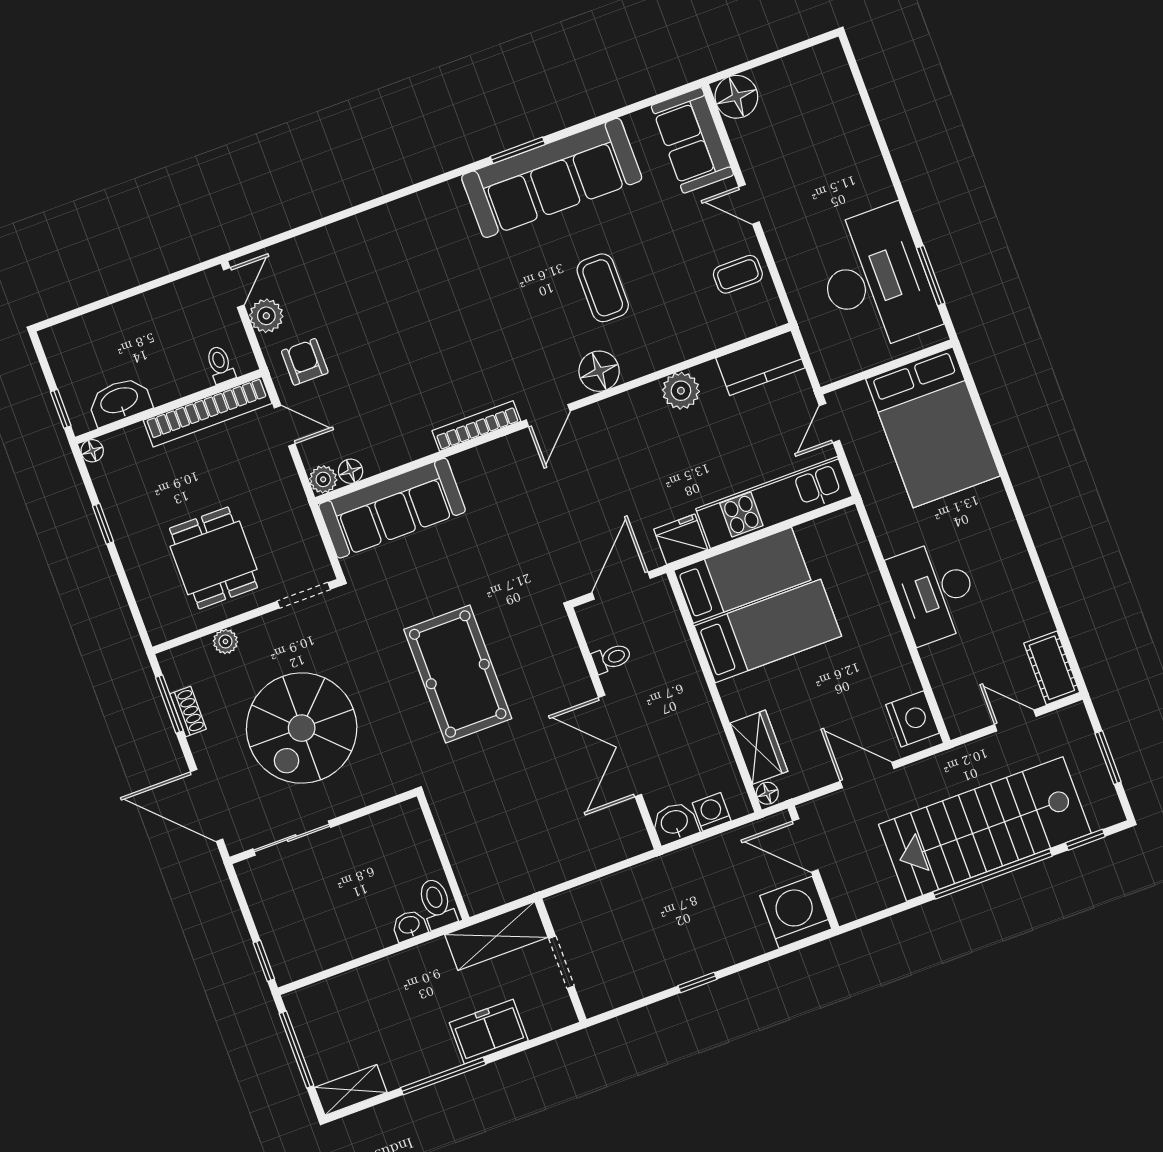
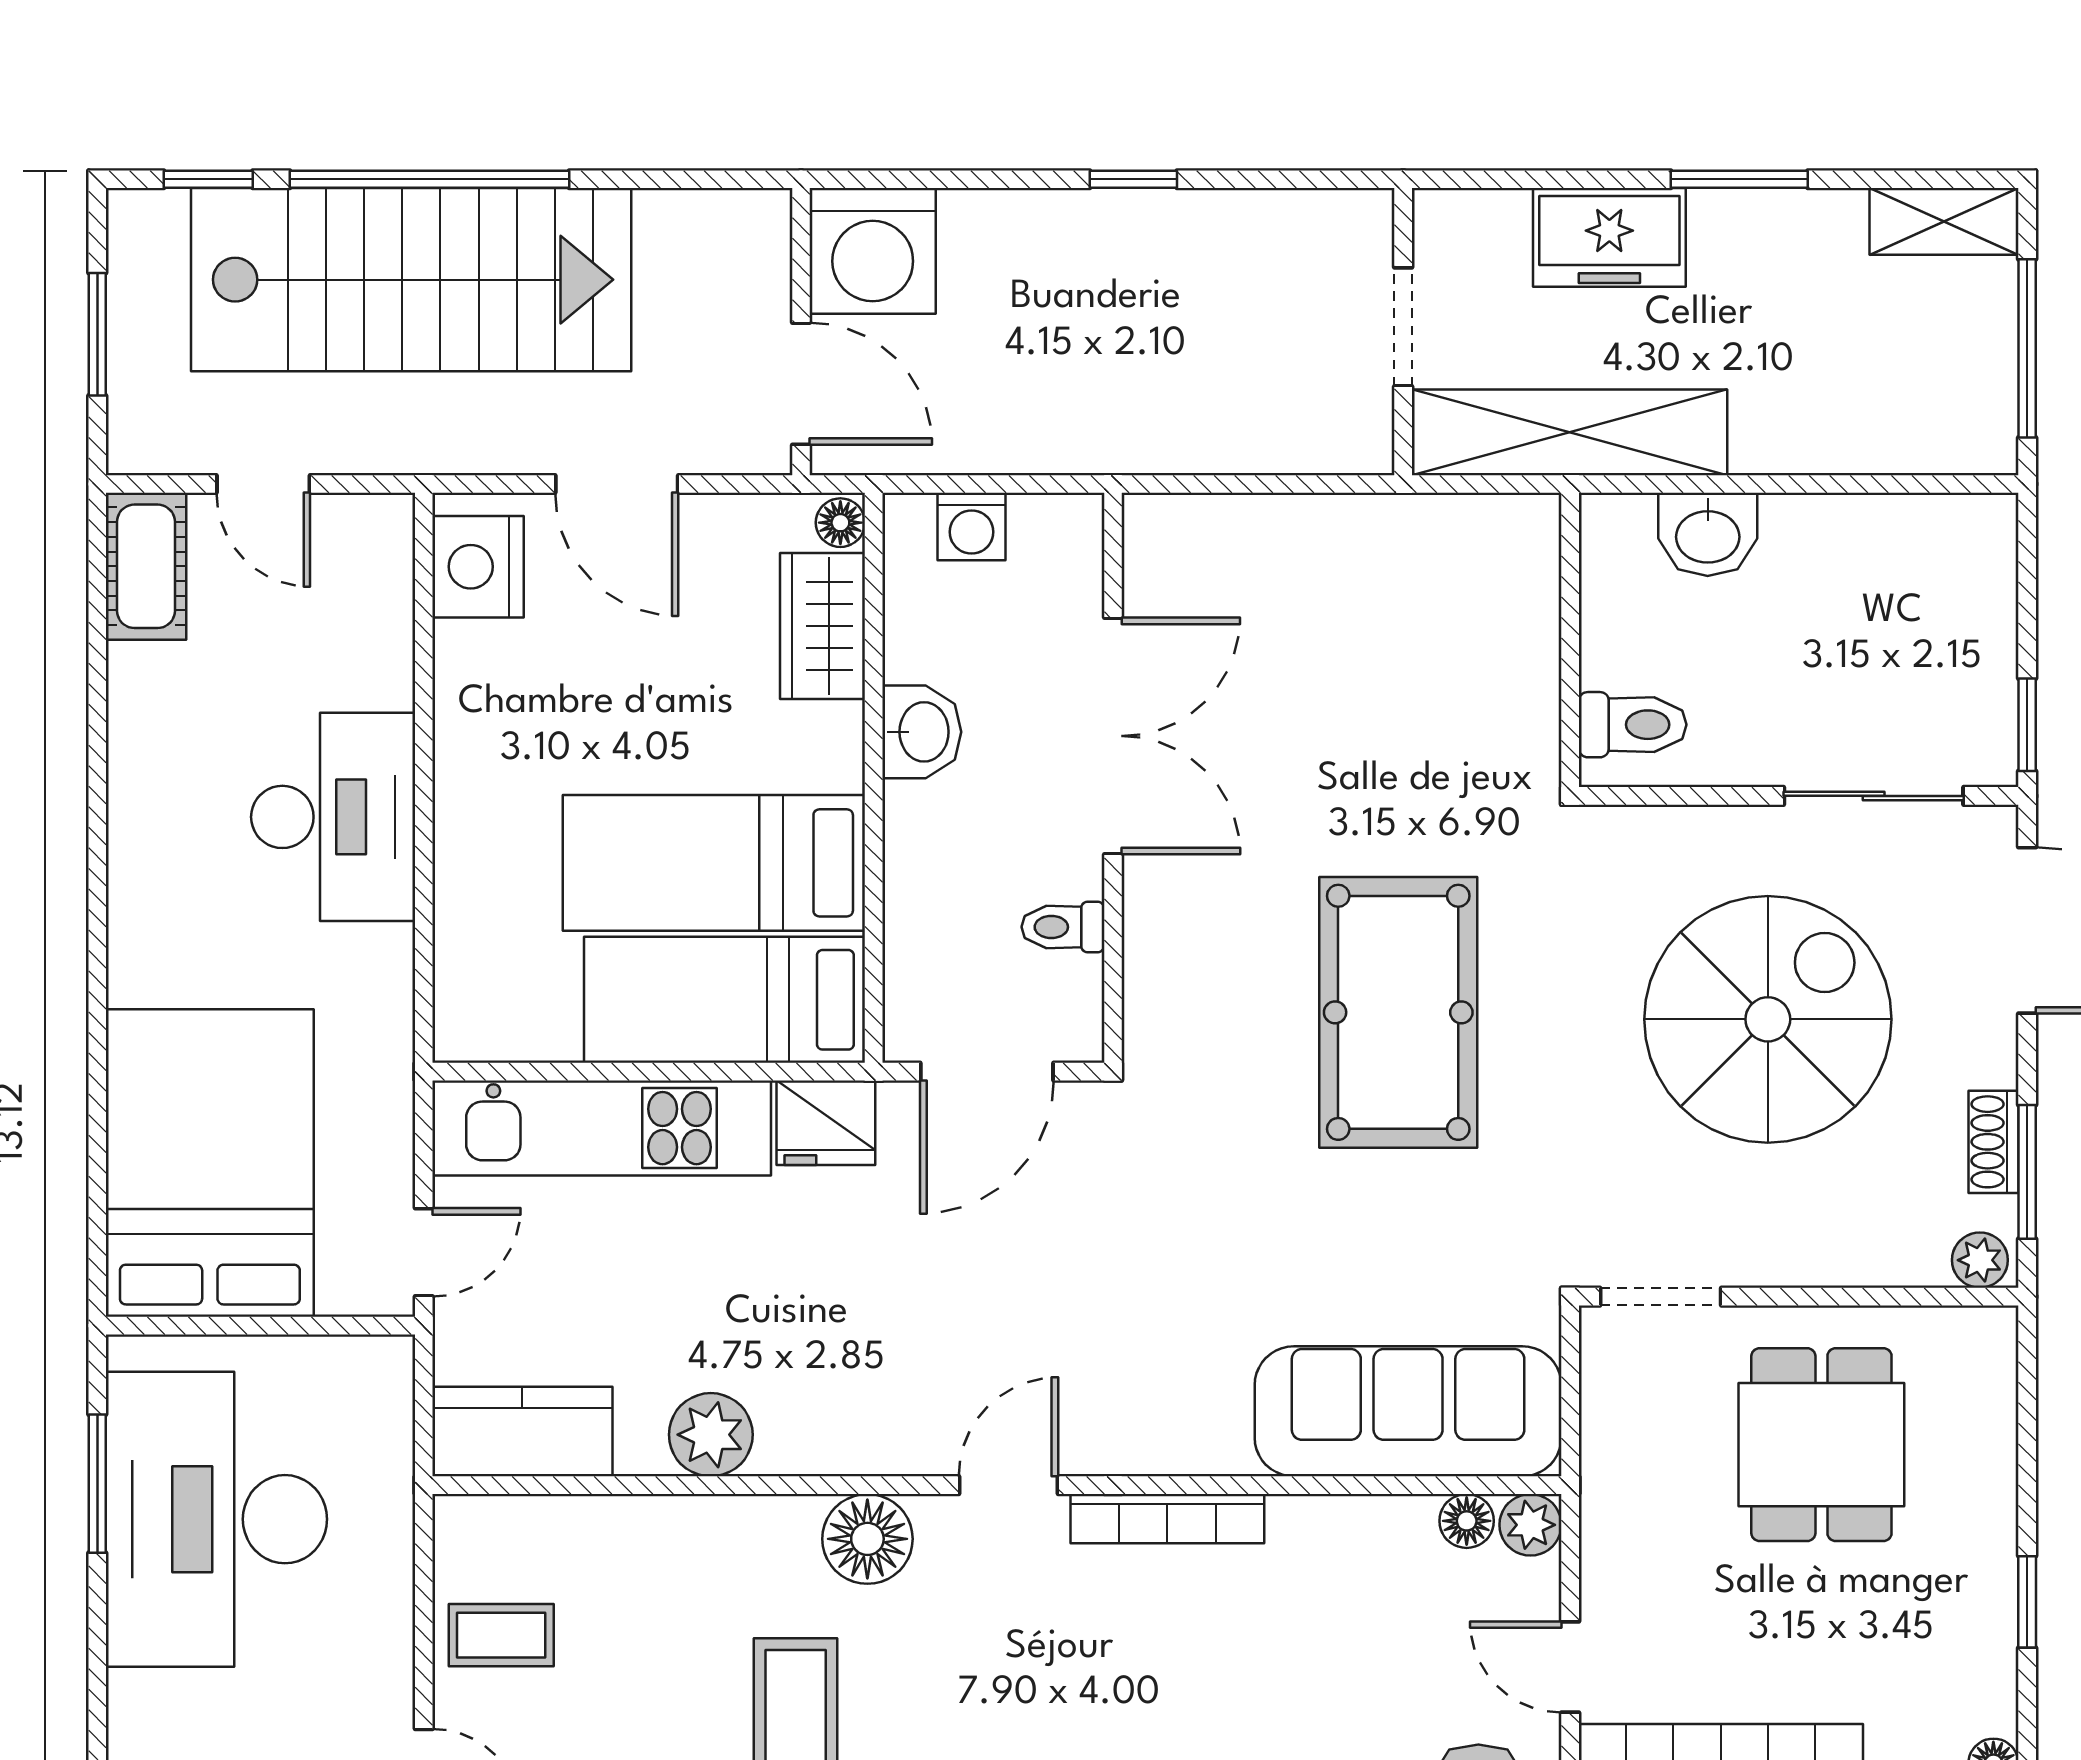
plant: (225, 641) -> (1980, 1260), moved
washbasin: (675, 823) -> (922, 732), moved, turned -90
toilet: (437, 904) -> (1633, 725), moved, turned -90
washbasin: (409, 926) -> (1708, 534), width x1.38, depth x1.45
shelving: (496, 936) -> (1570, 432), width x1.47
window: (264, 961) -> (2027, 725), moved
window: (443, 1076) -> (1739, 179), width x0.69

